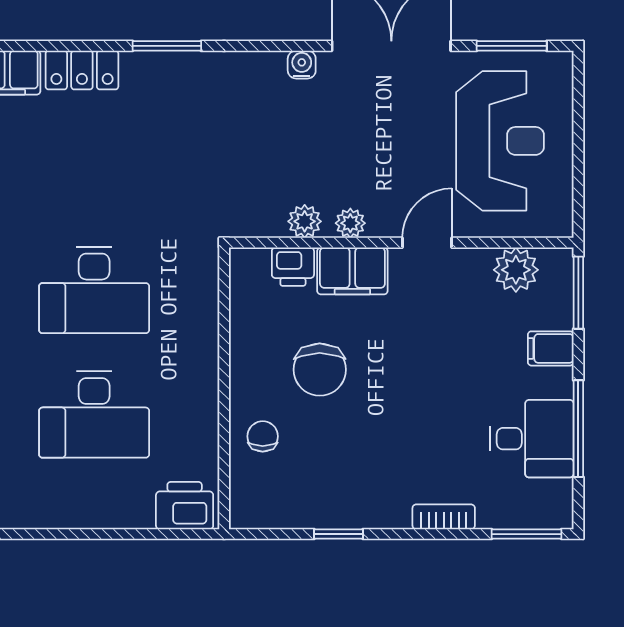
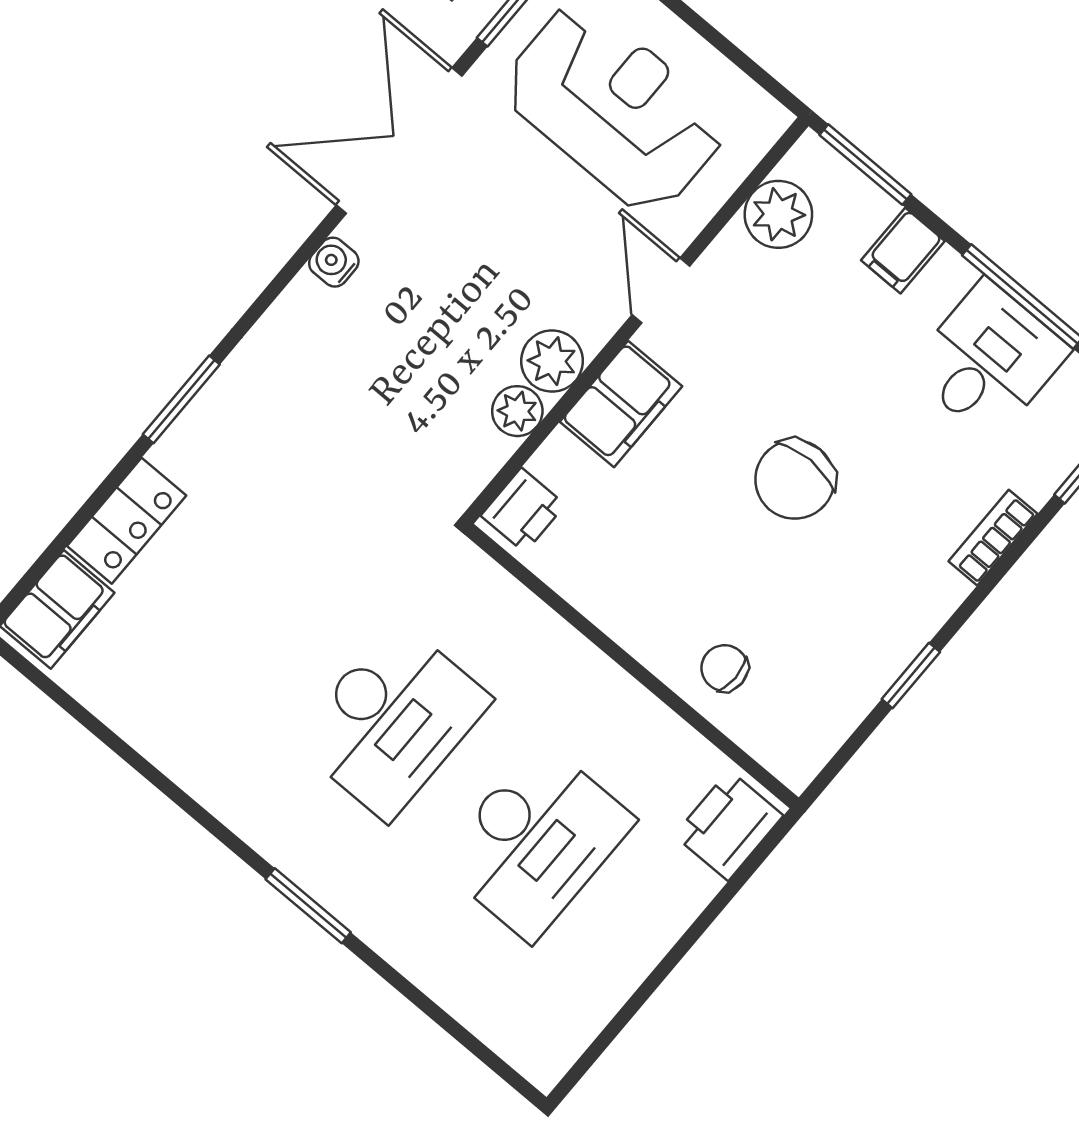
plant: (350, 223) -> (552, 361), width x1.38, depth x1.38
printer: (293, 267) -> (523, 510), moved
chair: (320, 370) -> (795, 479), moved, turned 90

